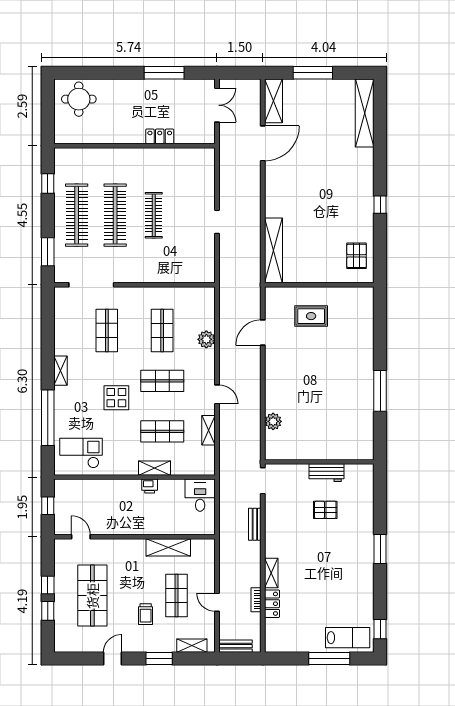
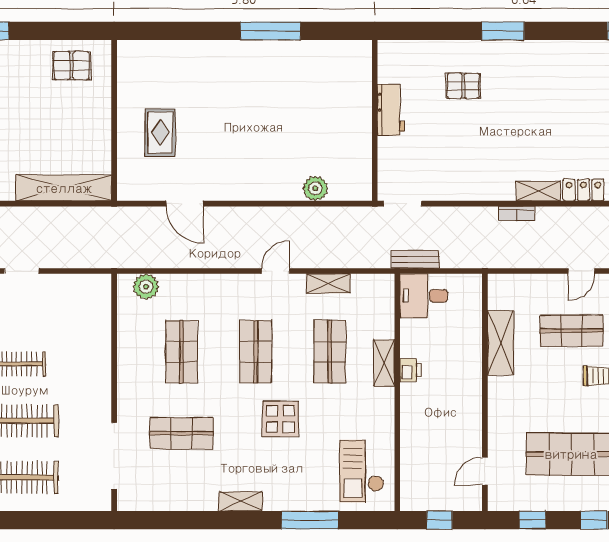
window: (48, 252) -> (66, 520), removed
shop shelf: (162, 330) -> (182, 352), turned 90
plant: (206, 339) -> (146, 287), moved
window: (48, 418) -> (310, 520), width x0.68
pallet: (325, 510) -> (463, 86), moved, turned 90
bench: (255, 524) -> (415, 259), moved
window: (48, 585) -> (532, 520), moved
bookcase: (256, 600) -> (516, 213), moved

